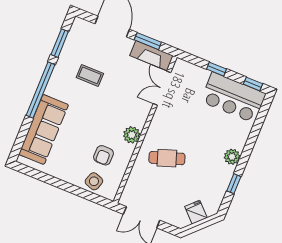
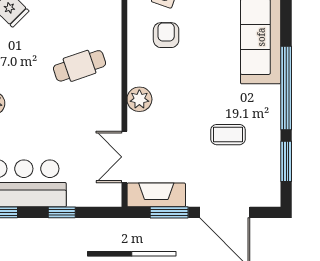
double door: (162, 88) -> (124, 157), swing flipped
plant: (132, 135) -> (139, 99), moved

